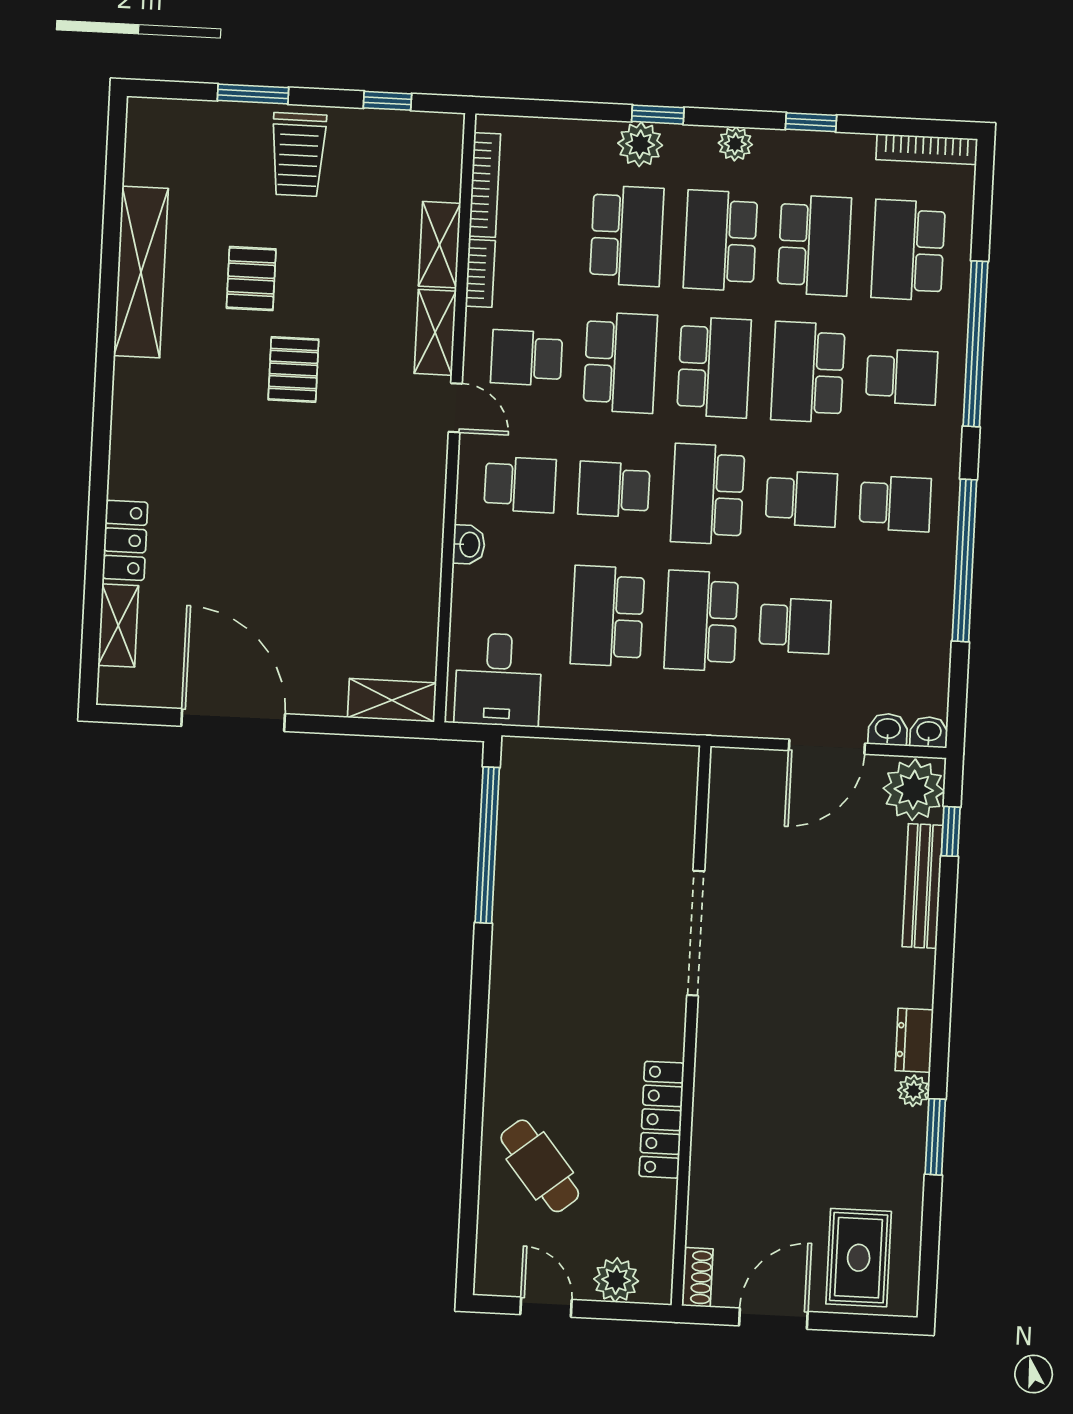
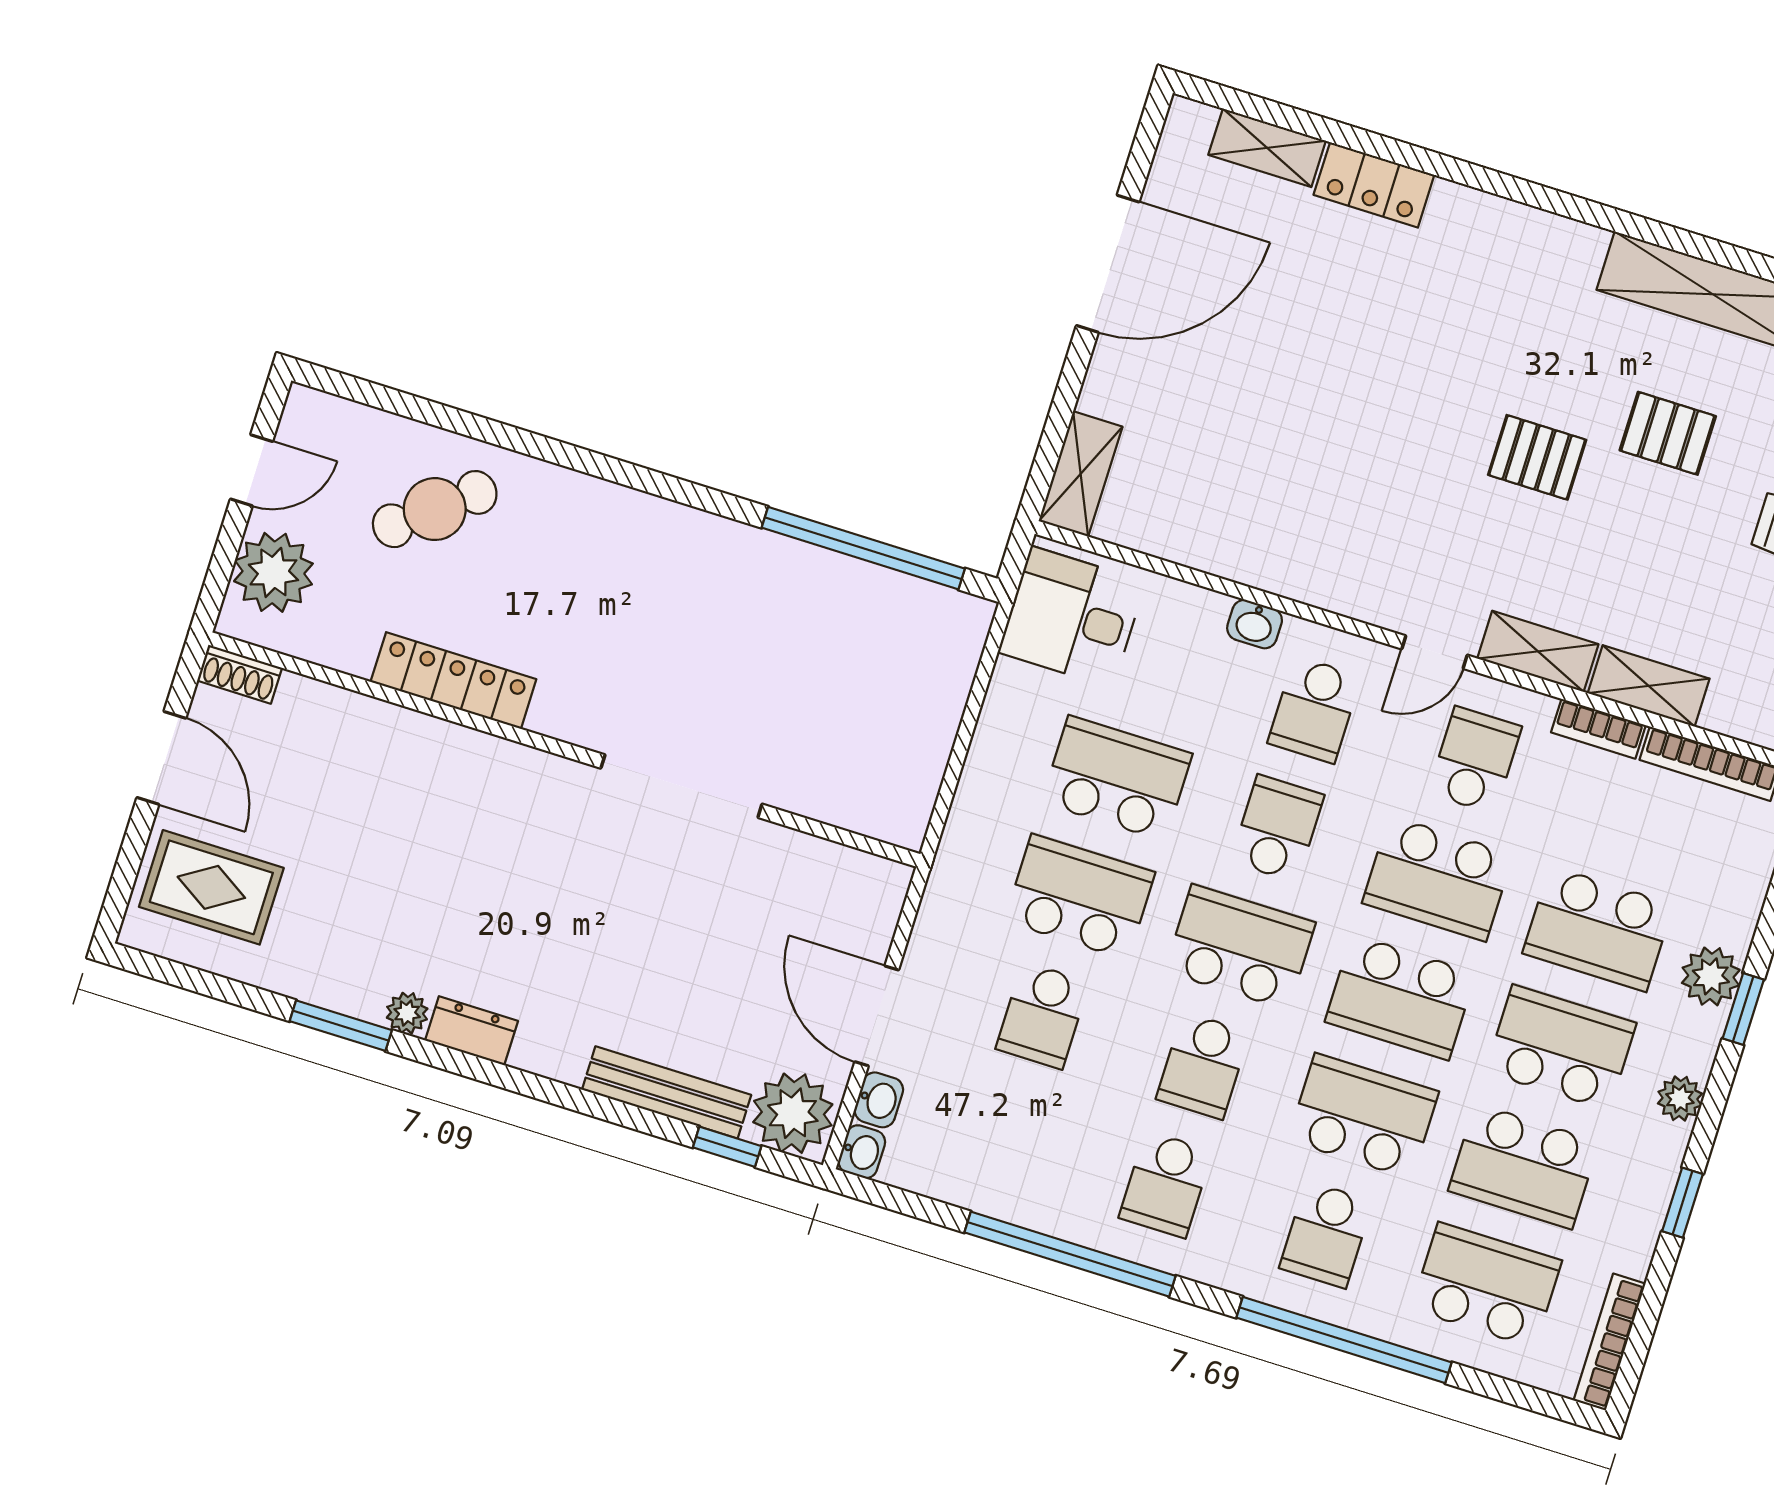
plant: (616, 1280) -> (273, 572), width x1.36, depth x1.36

